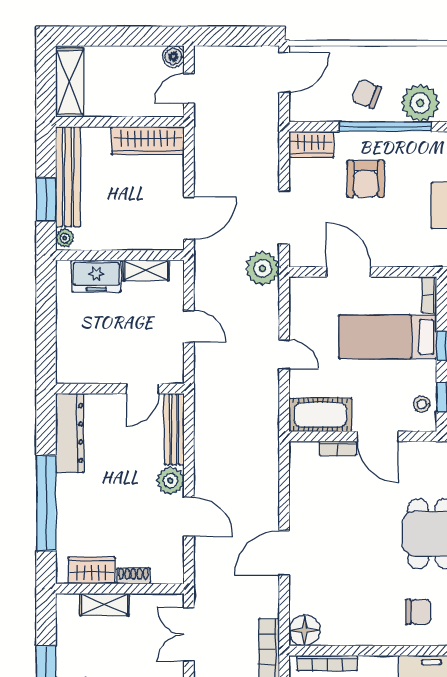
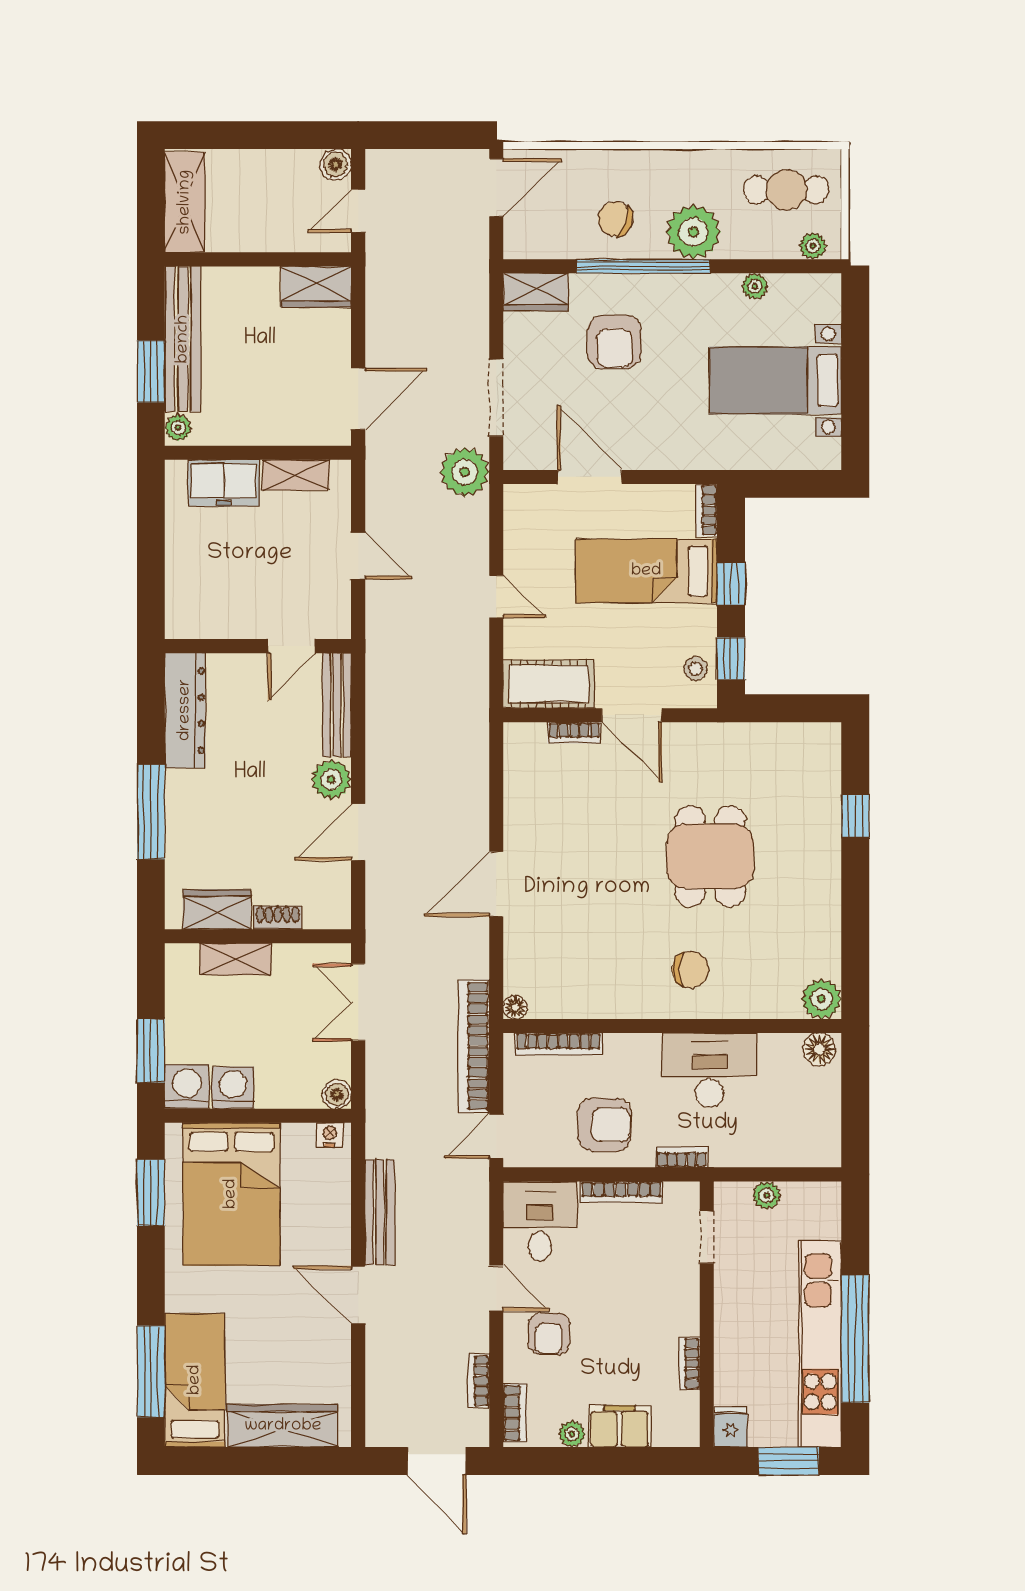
wardrobe: (148, 141) -> (316, 287), width x0.67
window: (46, 503) -> (151, 812), width x0.68
door: (189, 517) -> (358, 832), swing flipped
floor lamp: (304, 630) -> (515, 1007), width x0.53, depth x0.53

